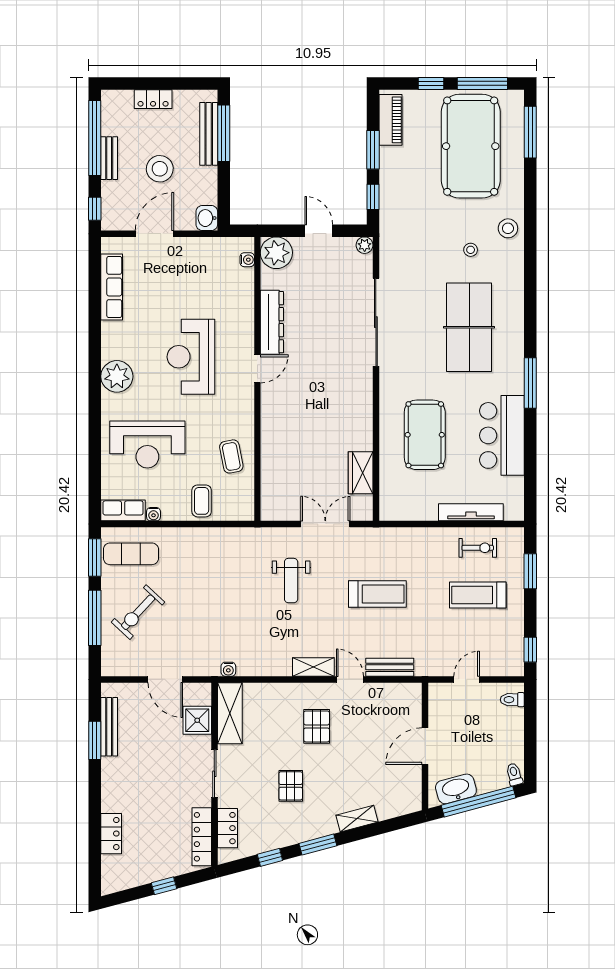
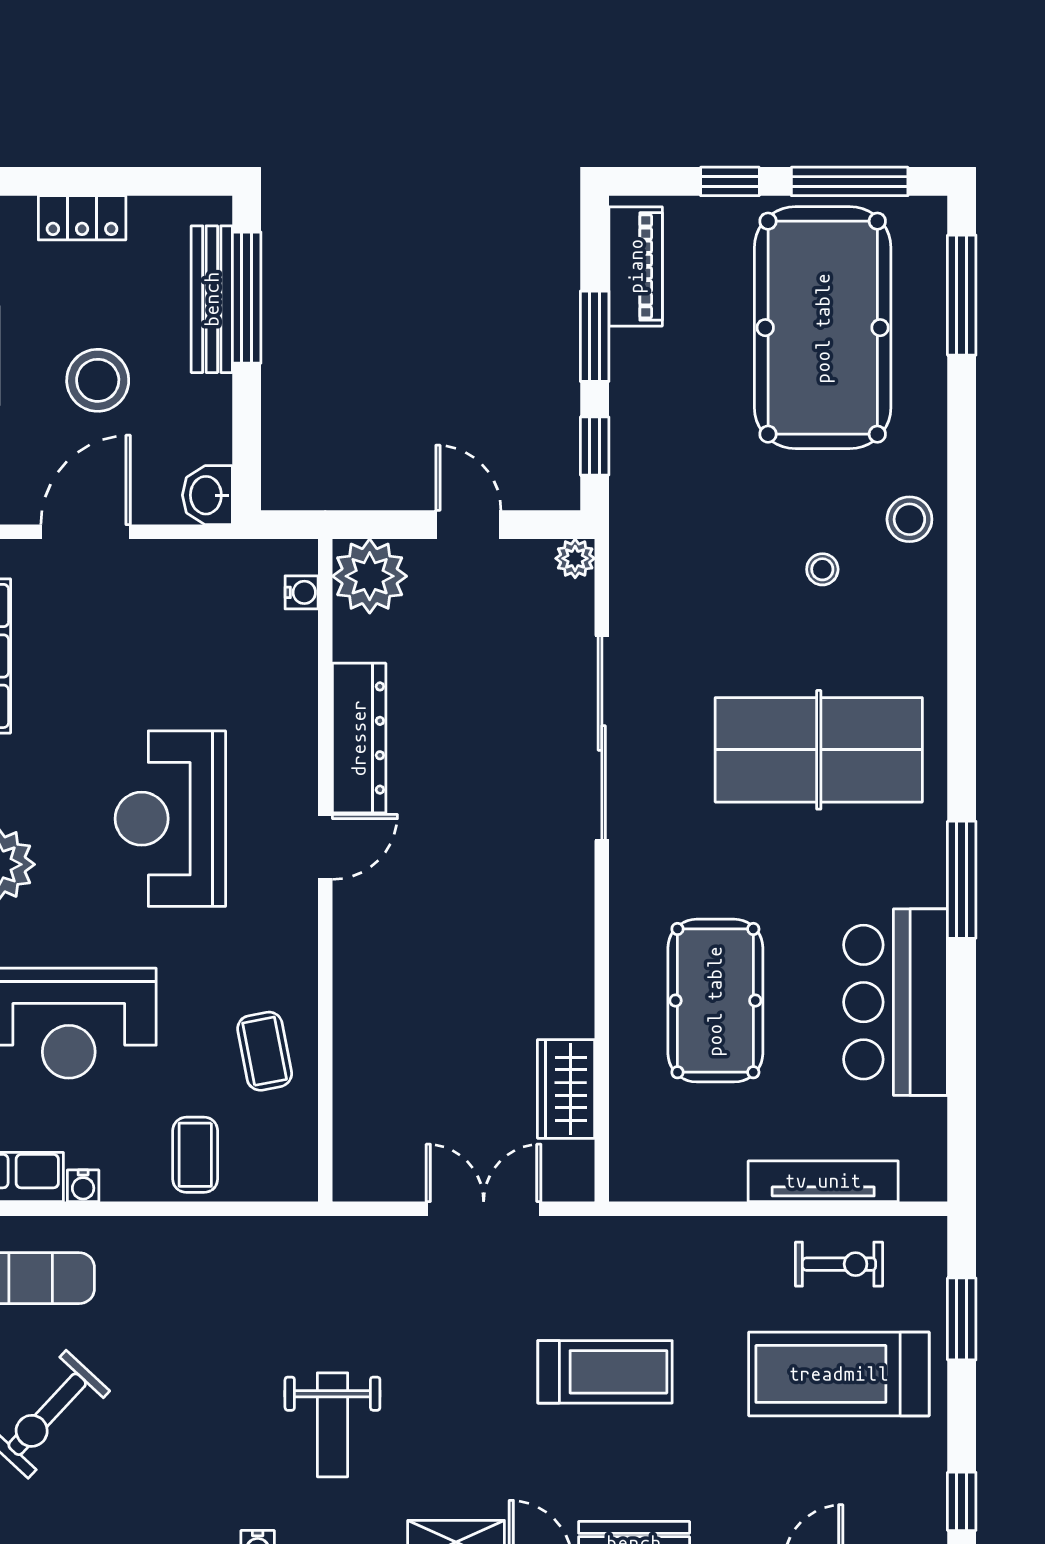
table tennis table: (469, 327) -> (819, 750), turned 90
weight bench: (291, 581) -> (332, 1425), moved
treadmill: (478, 595) -> (839, 1374), width x1.37, depth x1.38

